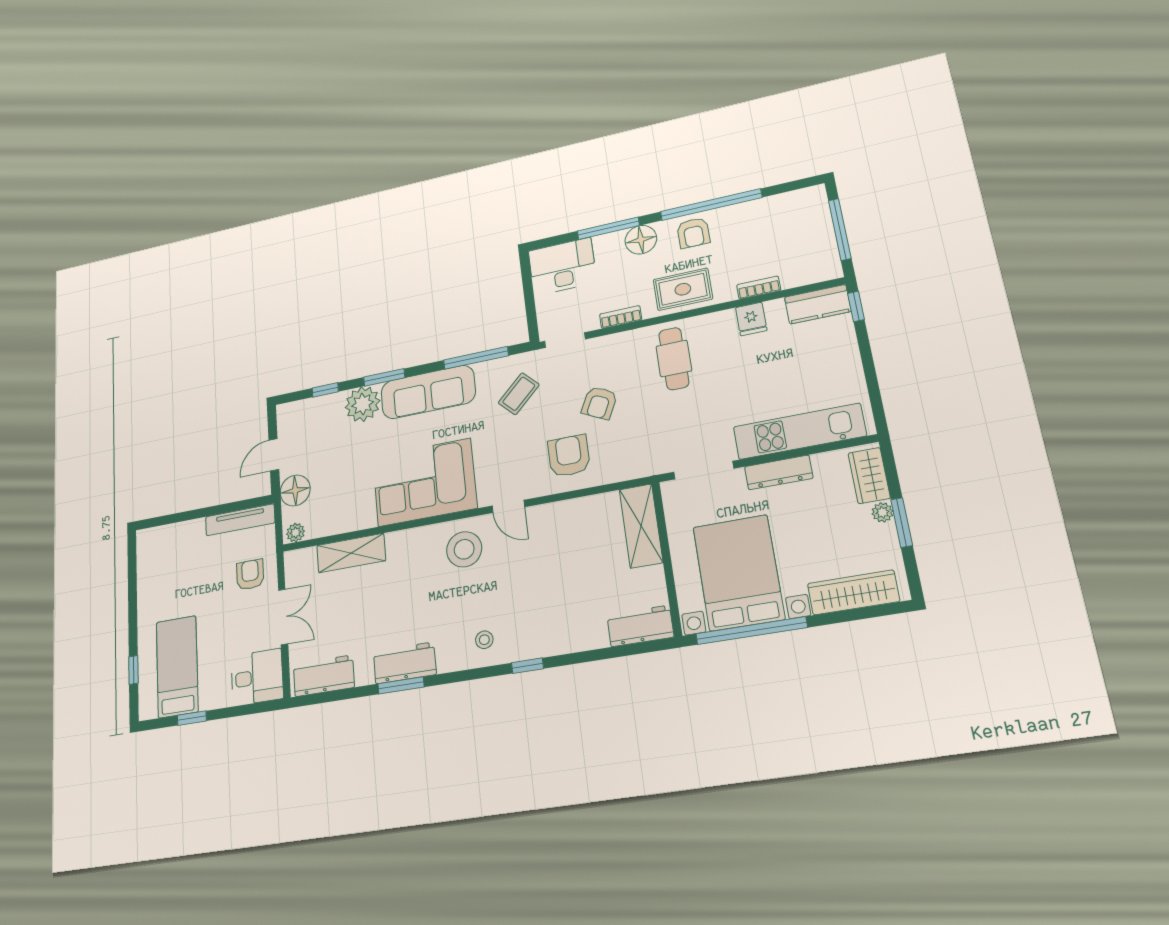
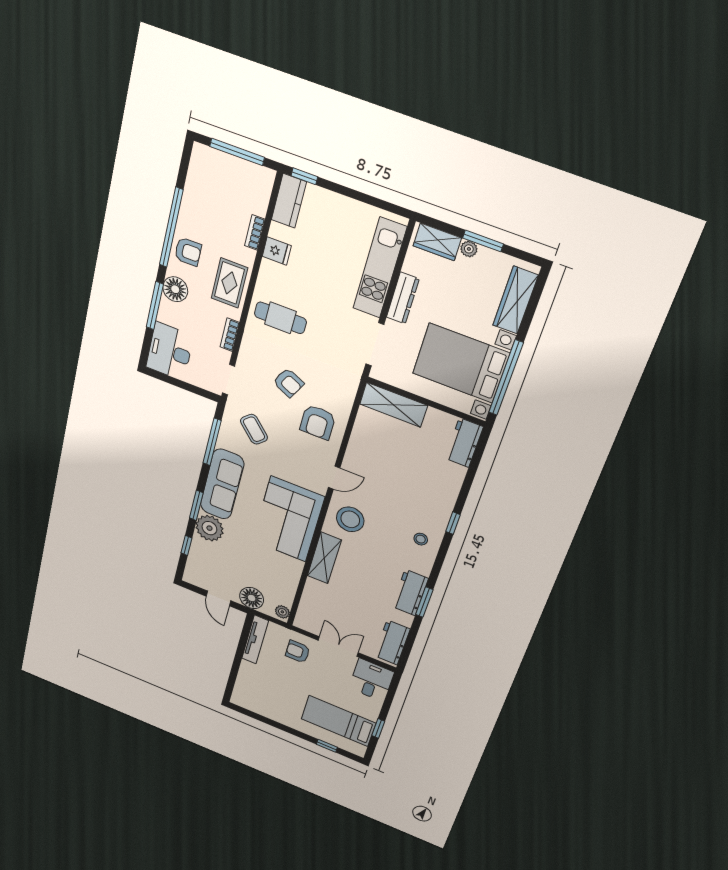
armchair: (569, 456) -> (318, 422), turned -90
shelving: (351, 553) -> (324, 558), moved

